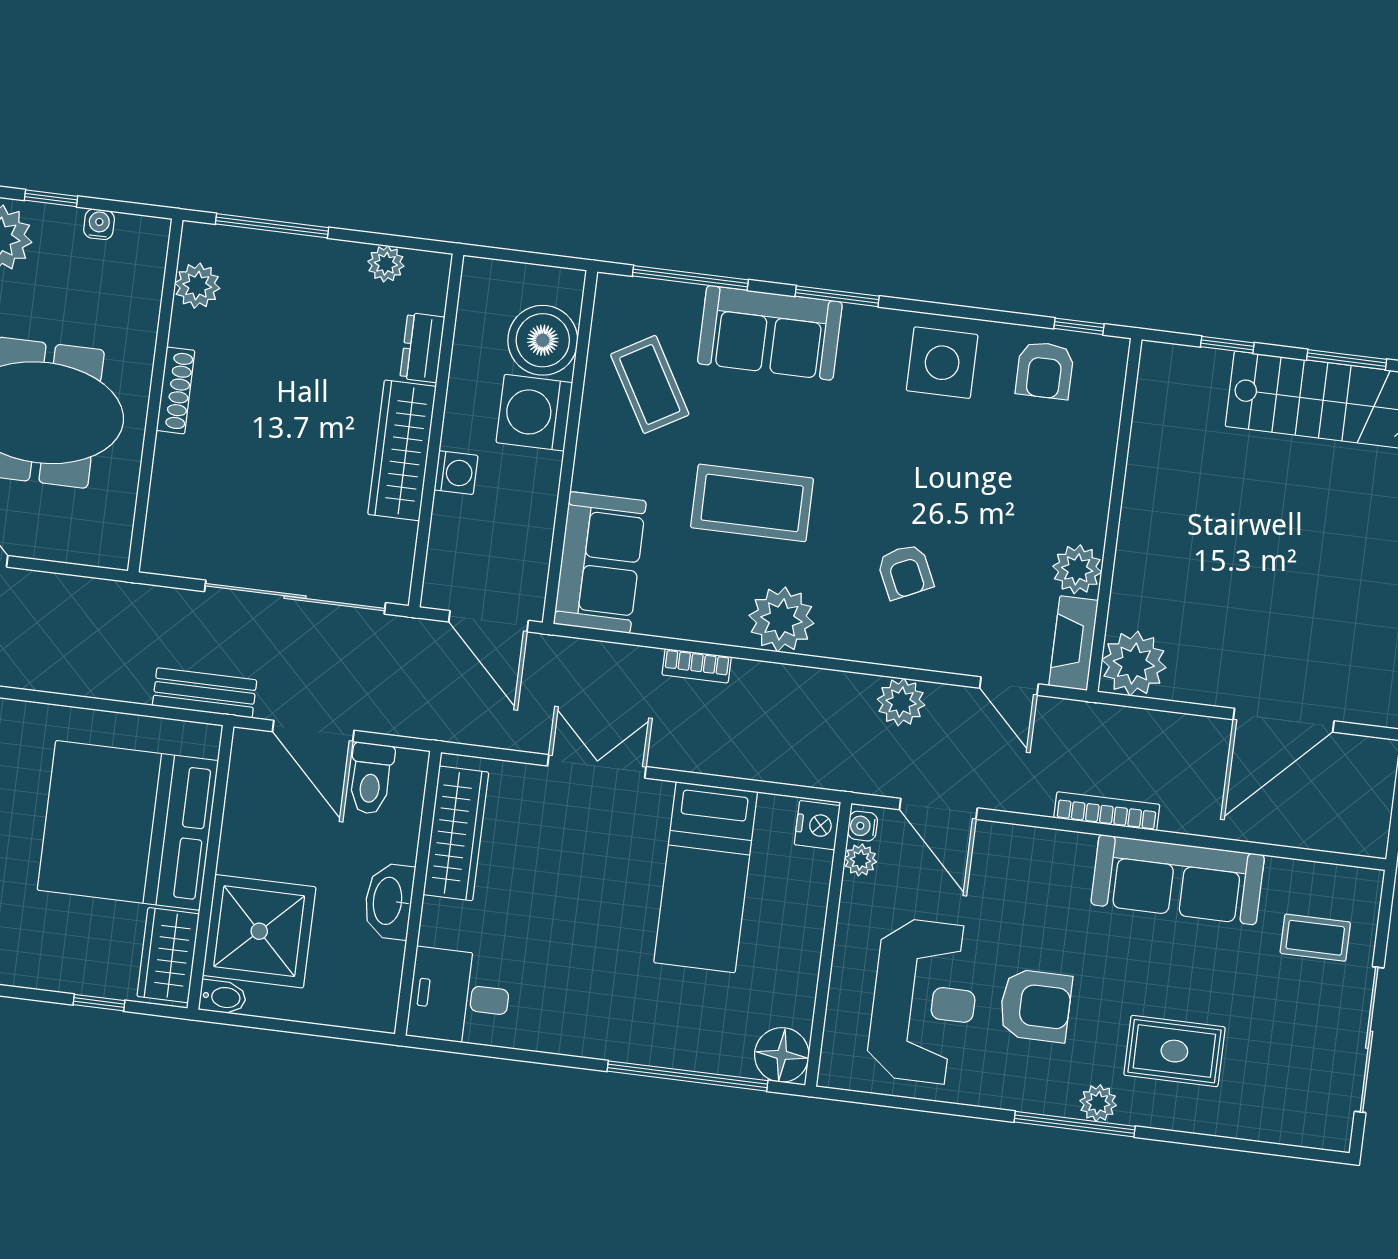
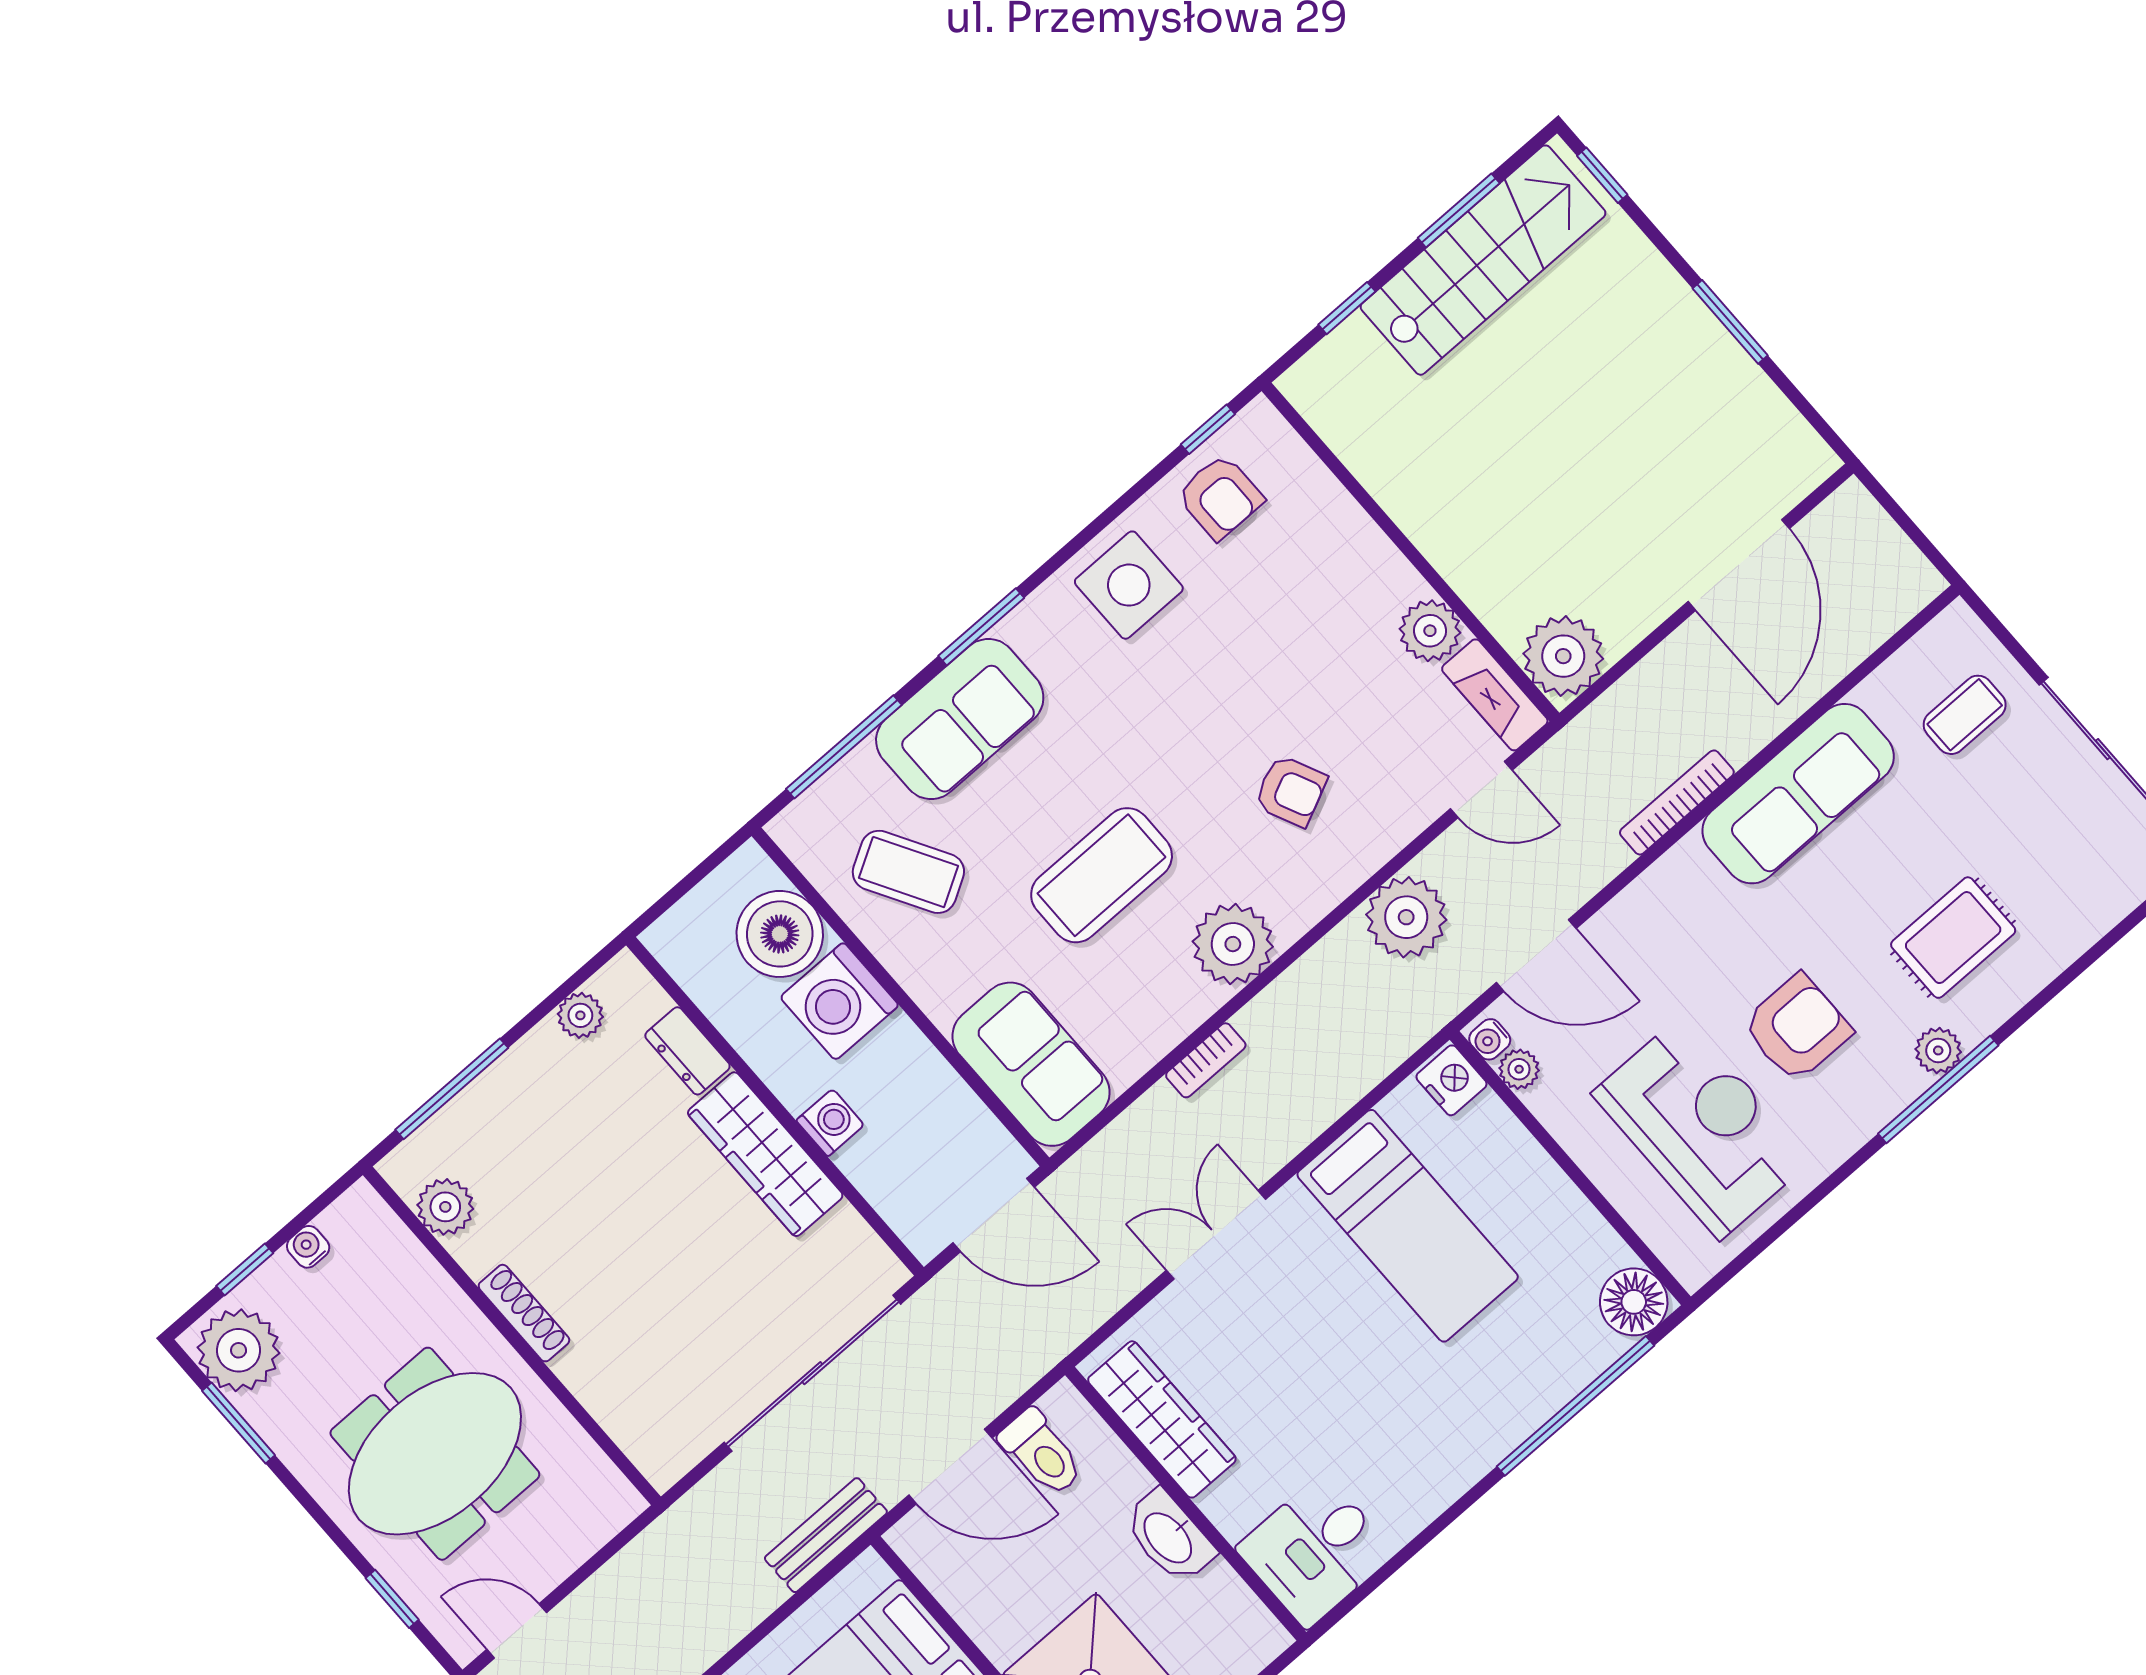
plant: (901, 702) -> (1406, 917), width x1.36, depth x1.36

